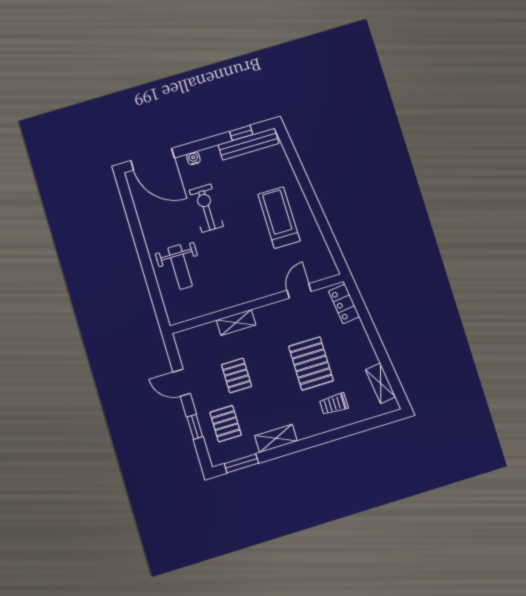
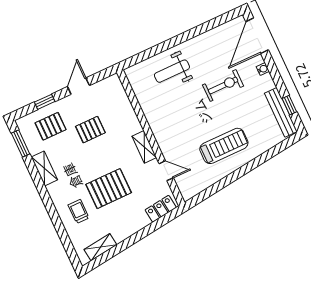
shelving: (236, 322) -> (144, 147), moved

